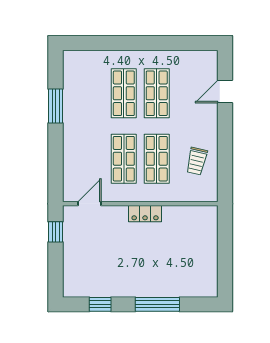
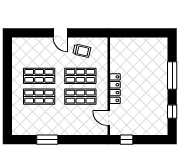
door: (225, 92) -> (60, 33), moved
locker: (145, 214) -> (115, 89), width x1.53

